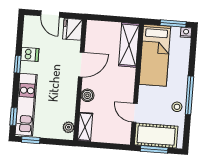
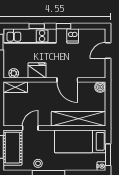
fridge: (73, 29) -> (37, 70), moved
shelving: (129, 45) -> (78, 119), width x1.47
boiler: (87, 95) -> (100, 87), moved
window: (13, 116) -> (37, 26), moved

